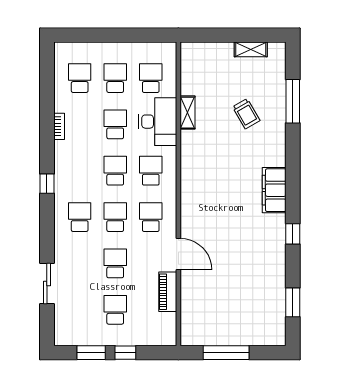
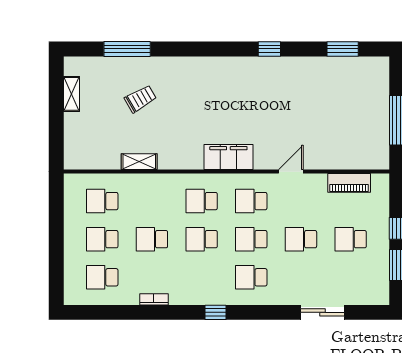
desk: (158, 122) -> (149, 194), removed
filing cabinet: (274, 190) -> (228, 157), moved, turned 180
door: (178, 254) -> (291, 172), width x0.73
piano: (168, 292) -> (349, 183), moved

